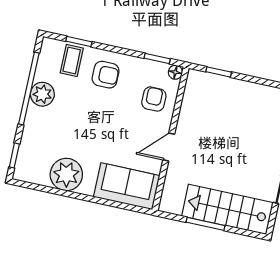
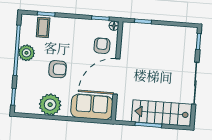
armchair: (106, 75) -> (58, 69), moved
door: (169, 147) -> (116, 77), width x1.87

